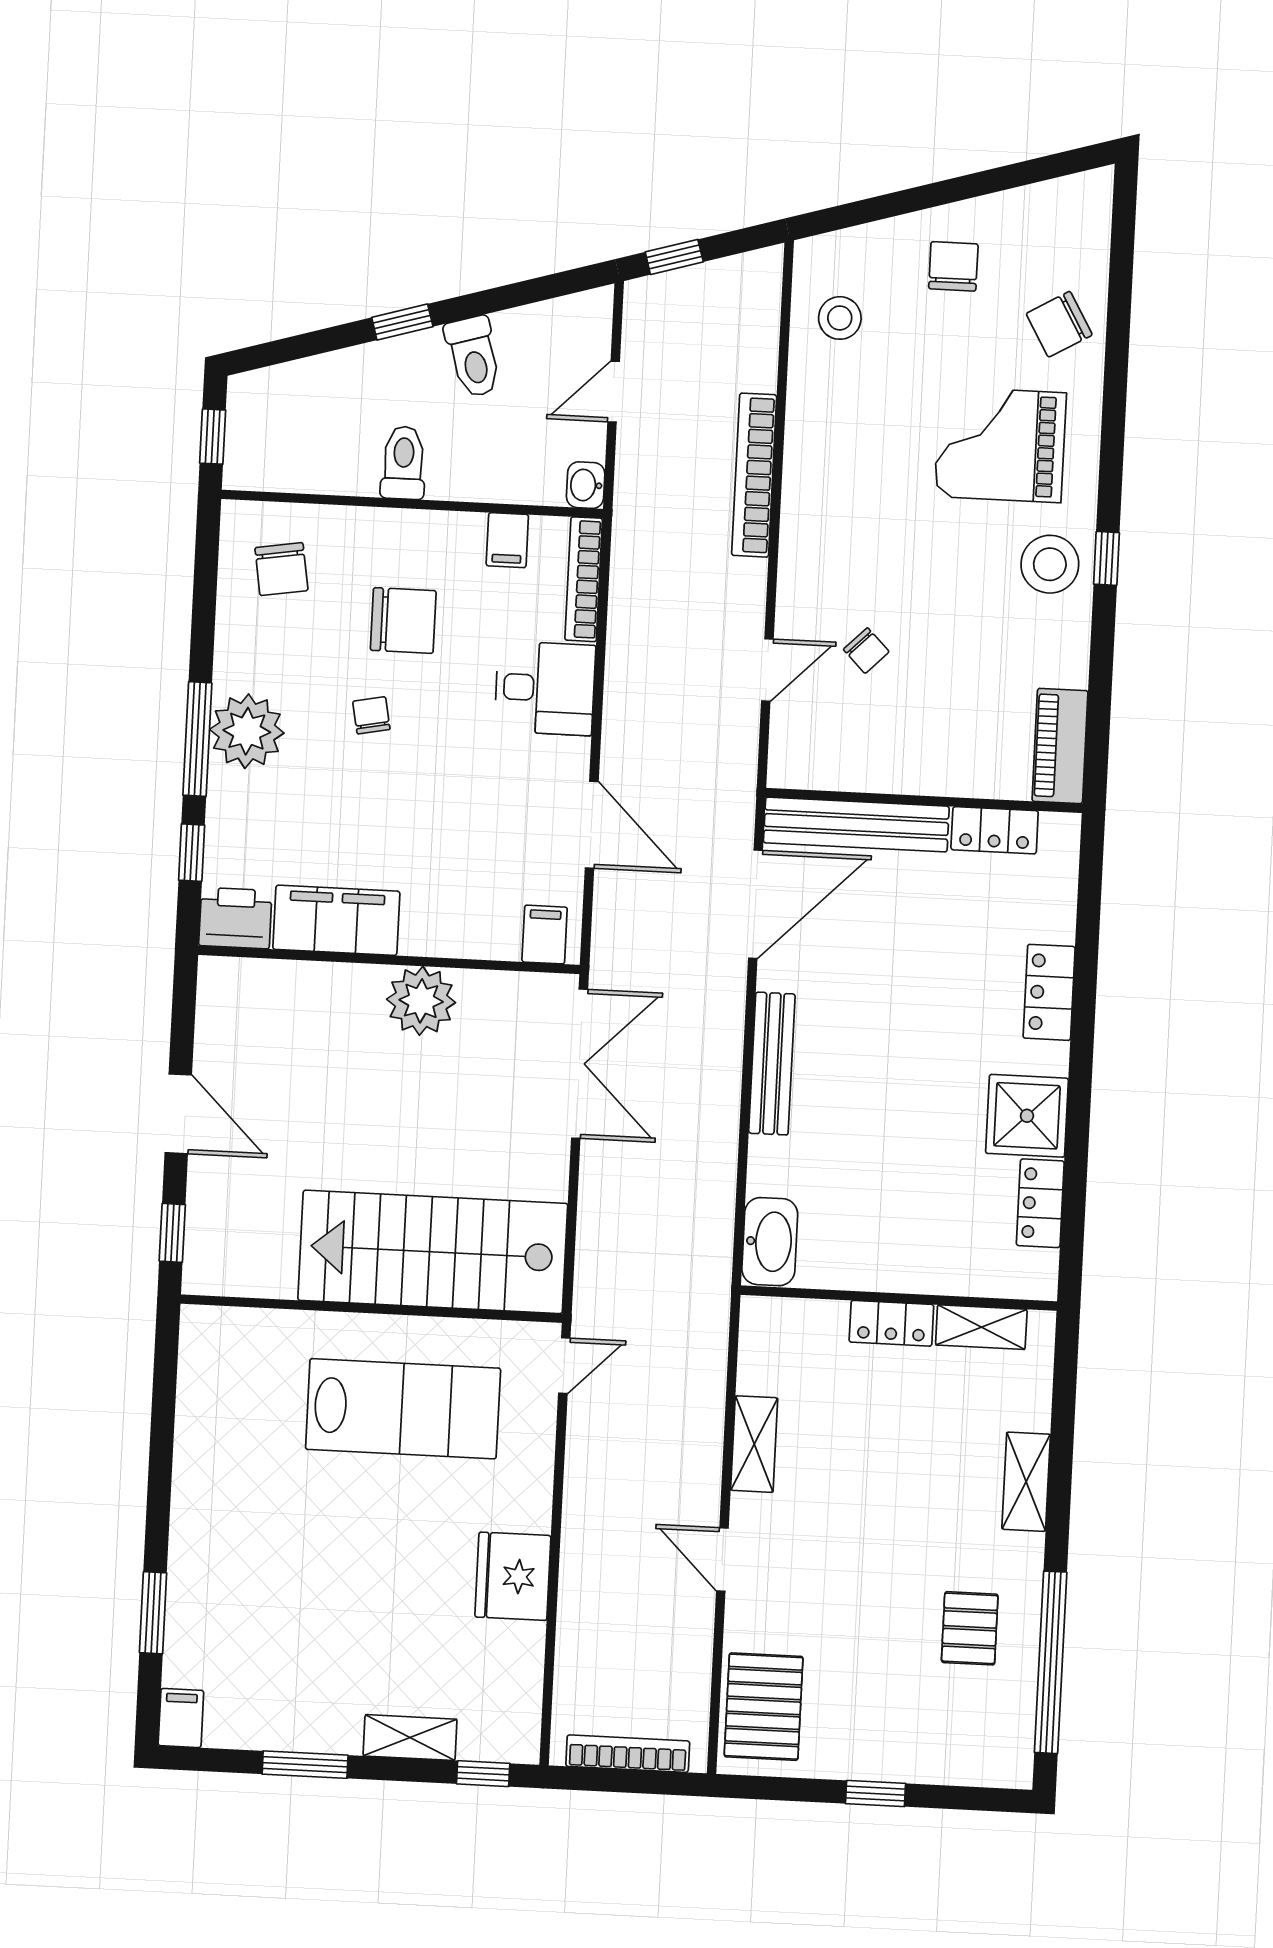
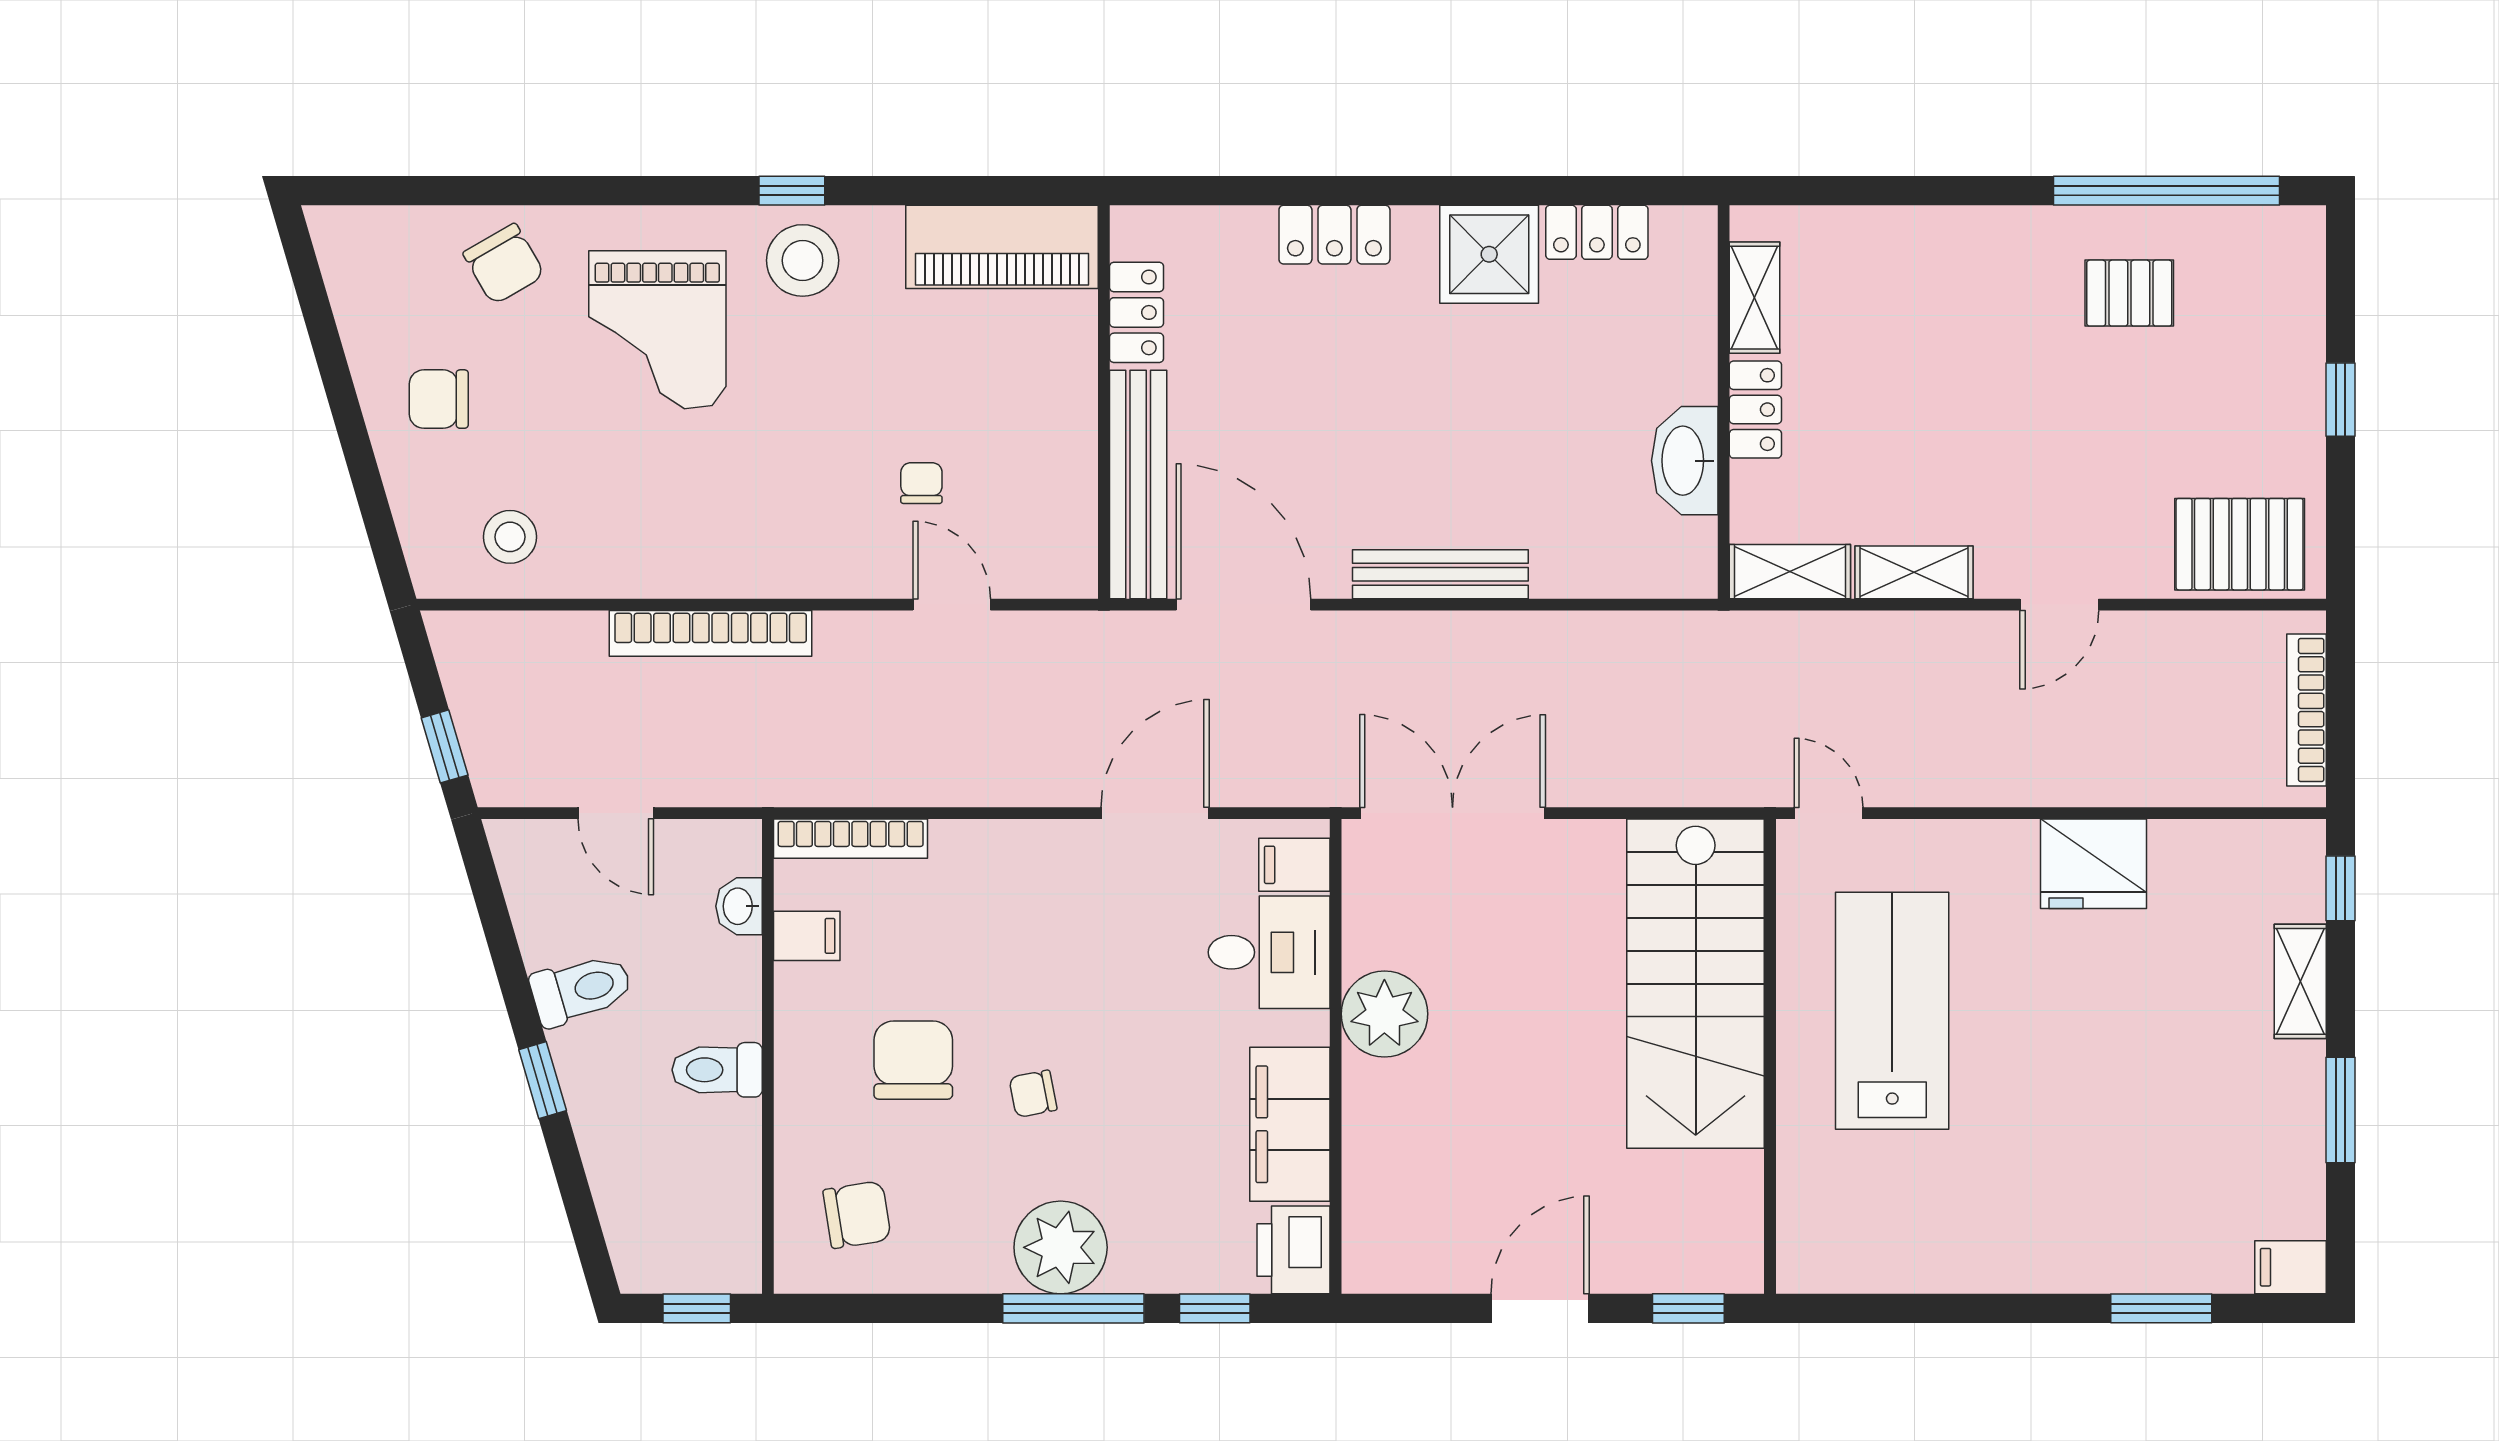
washbasin: (586, 485) -> (739, 906), moved, turned 90
chair: (866, 651) -> (921, 483), turned -45
desk: (545, 688) -> (1269, 952), moved, turned 90
piano: (1060, 746) -> (1002, 247), width x1.37, depth x1.33
washbasin: (770, 1242) -> (1685, 461), moved, turned -90
shelving: (1026, 1482) -> (1790, 572), moved

